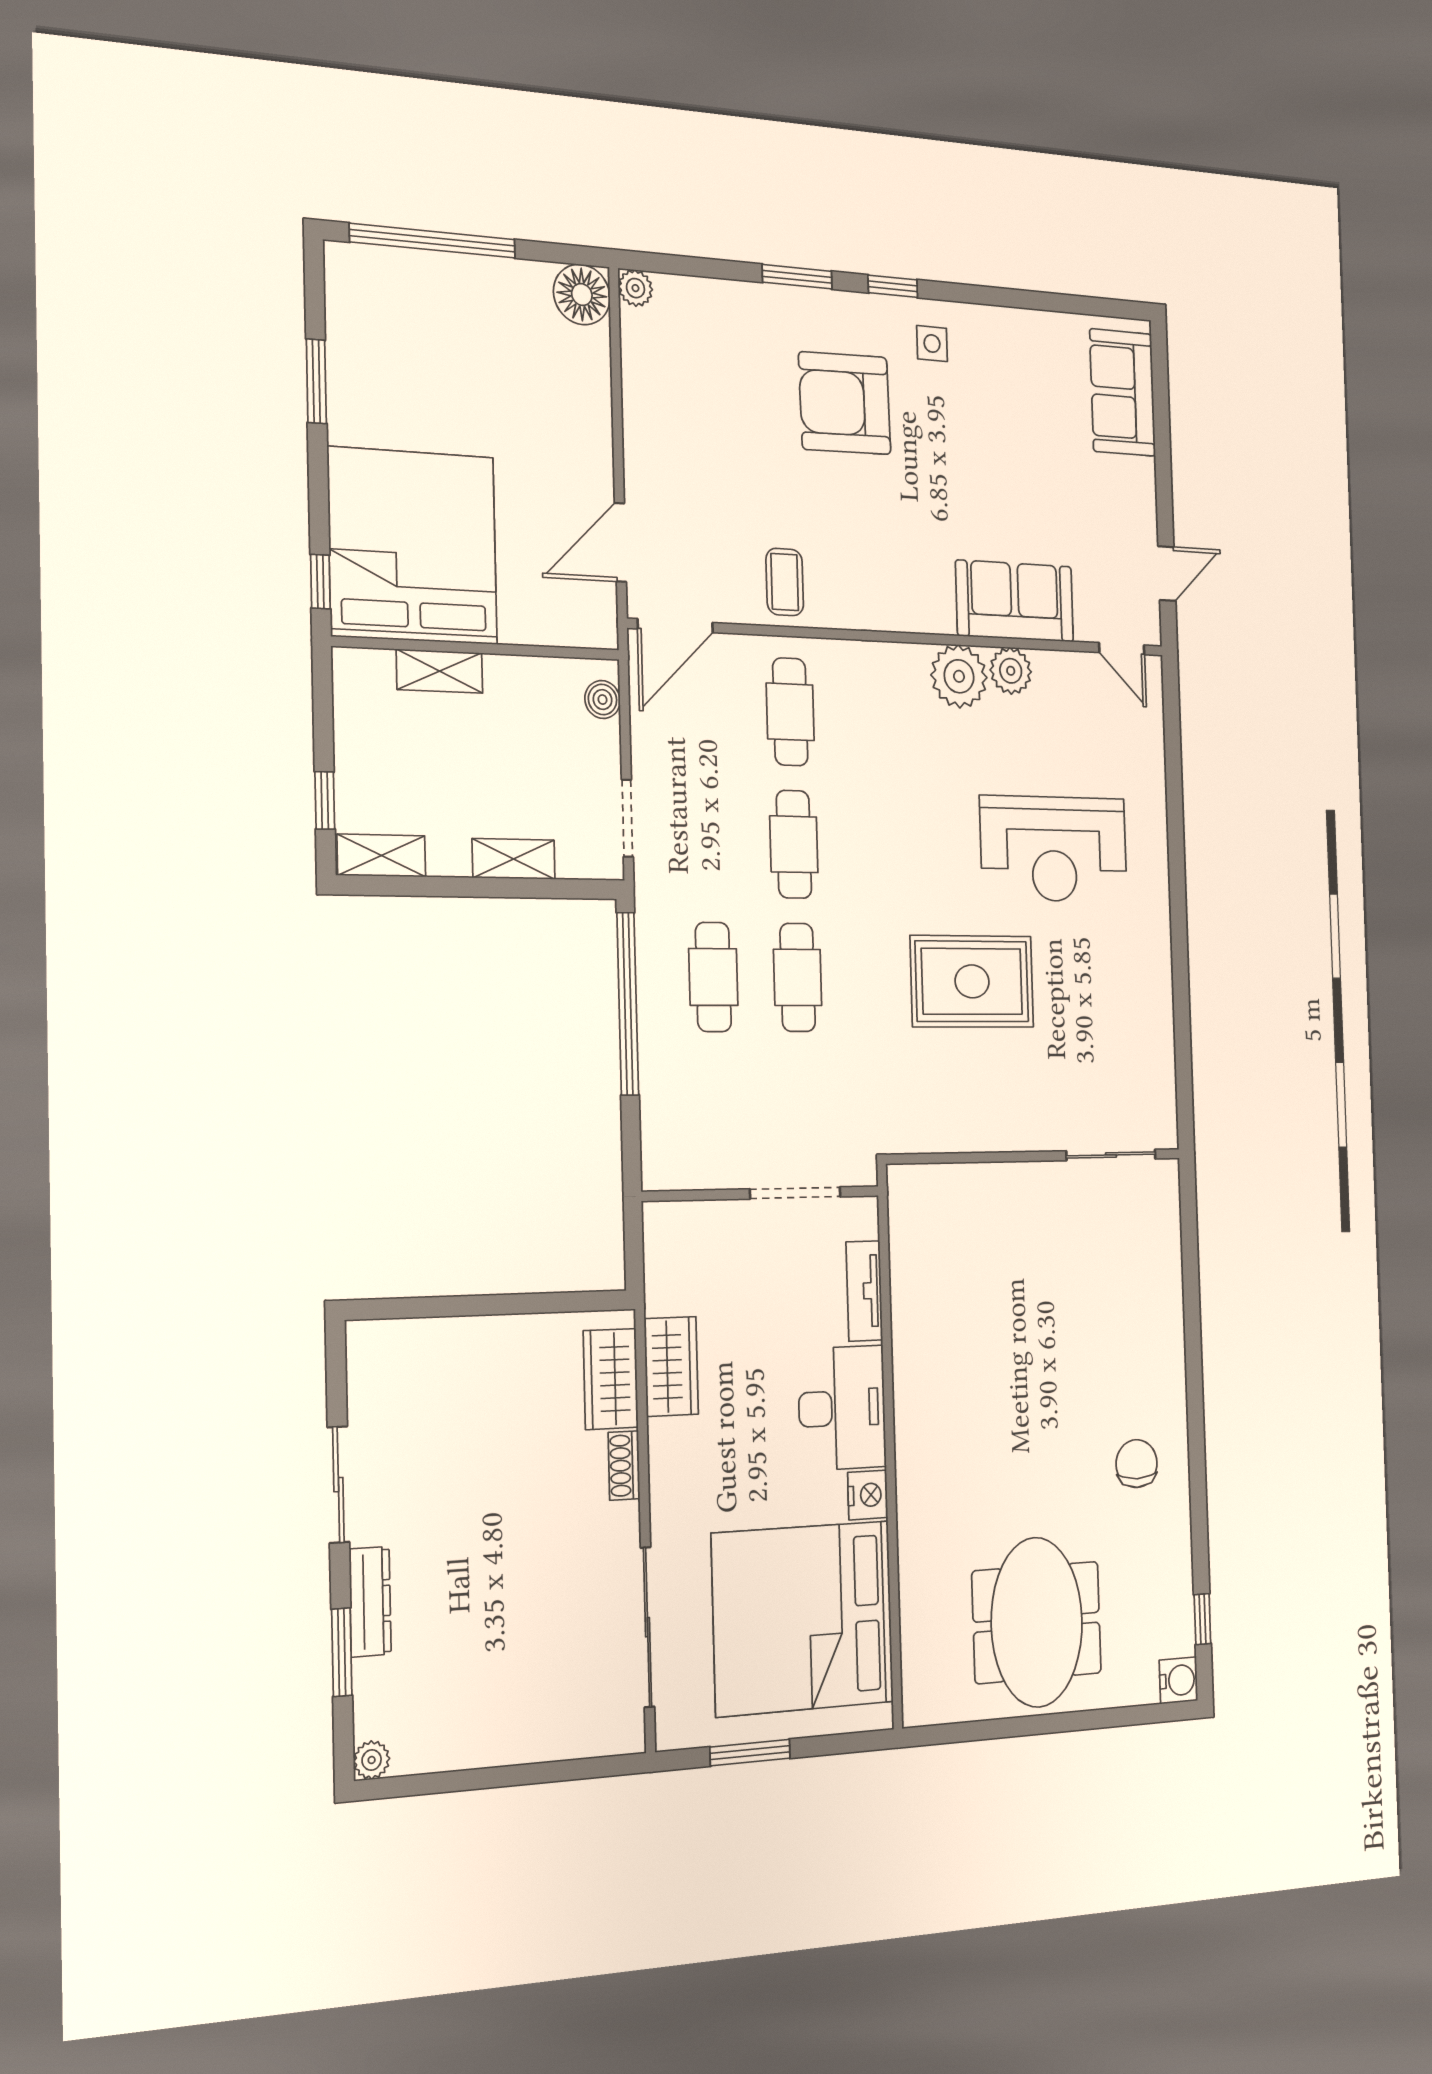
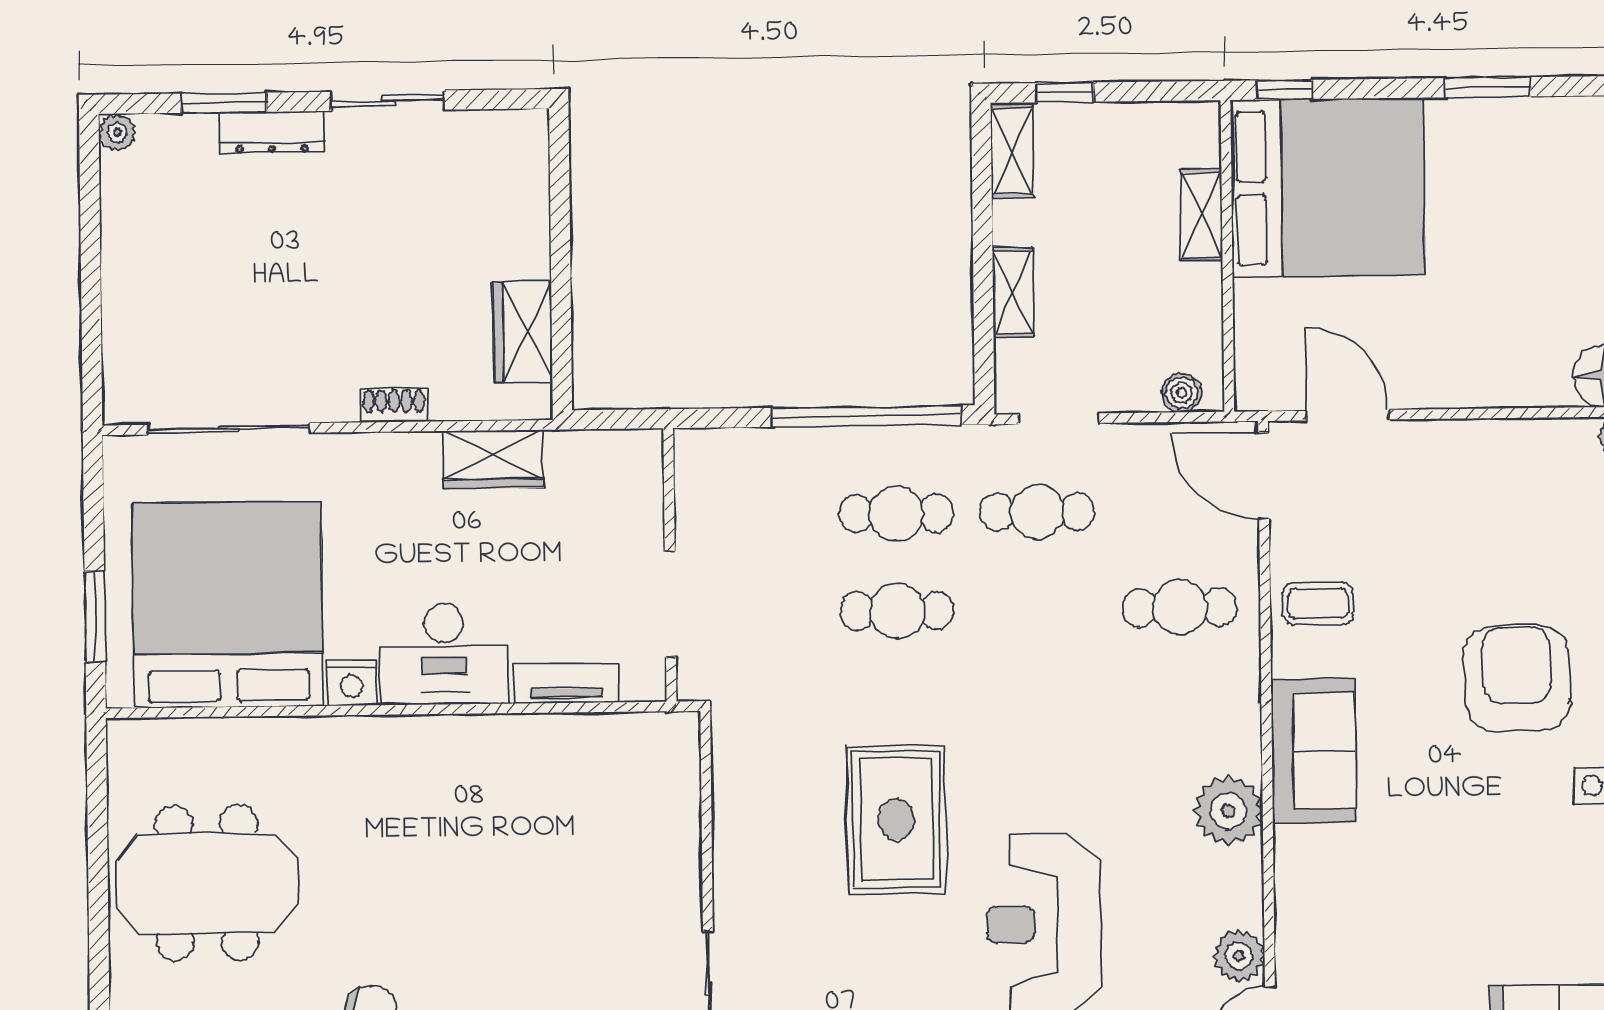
sofa: (1015, 601) -> (1314, 751), moved
plant: (1011, 671) -> (1239, 956), moved
cafe table: (794, 844) -> (1037, 512), moved
wardrobe: (611, 1379) -> (523, 332), moved, turned -90
window: (750, 1753) -> (95, 616), moved

